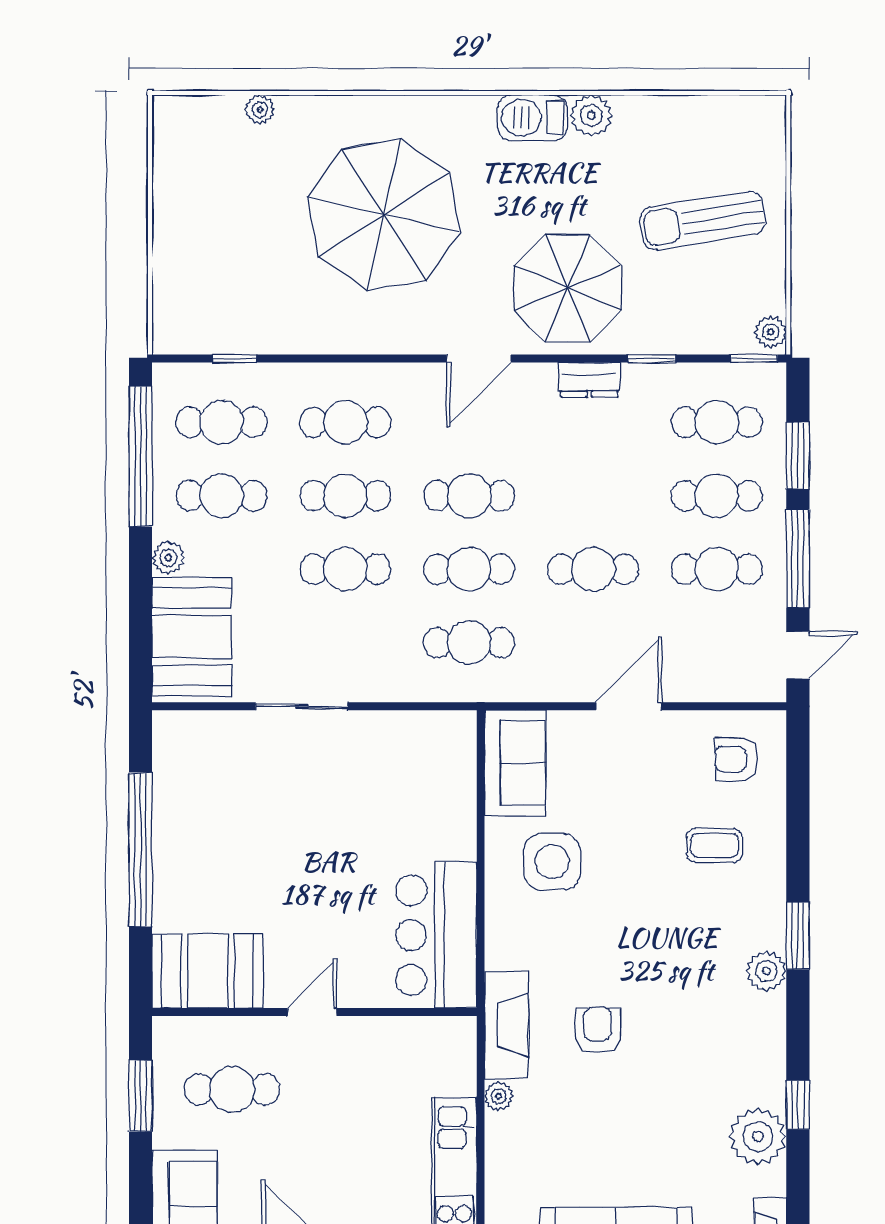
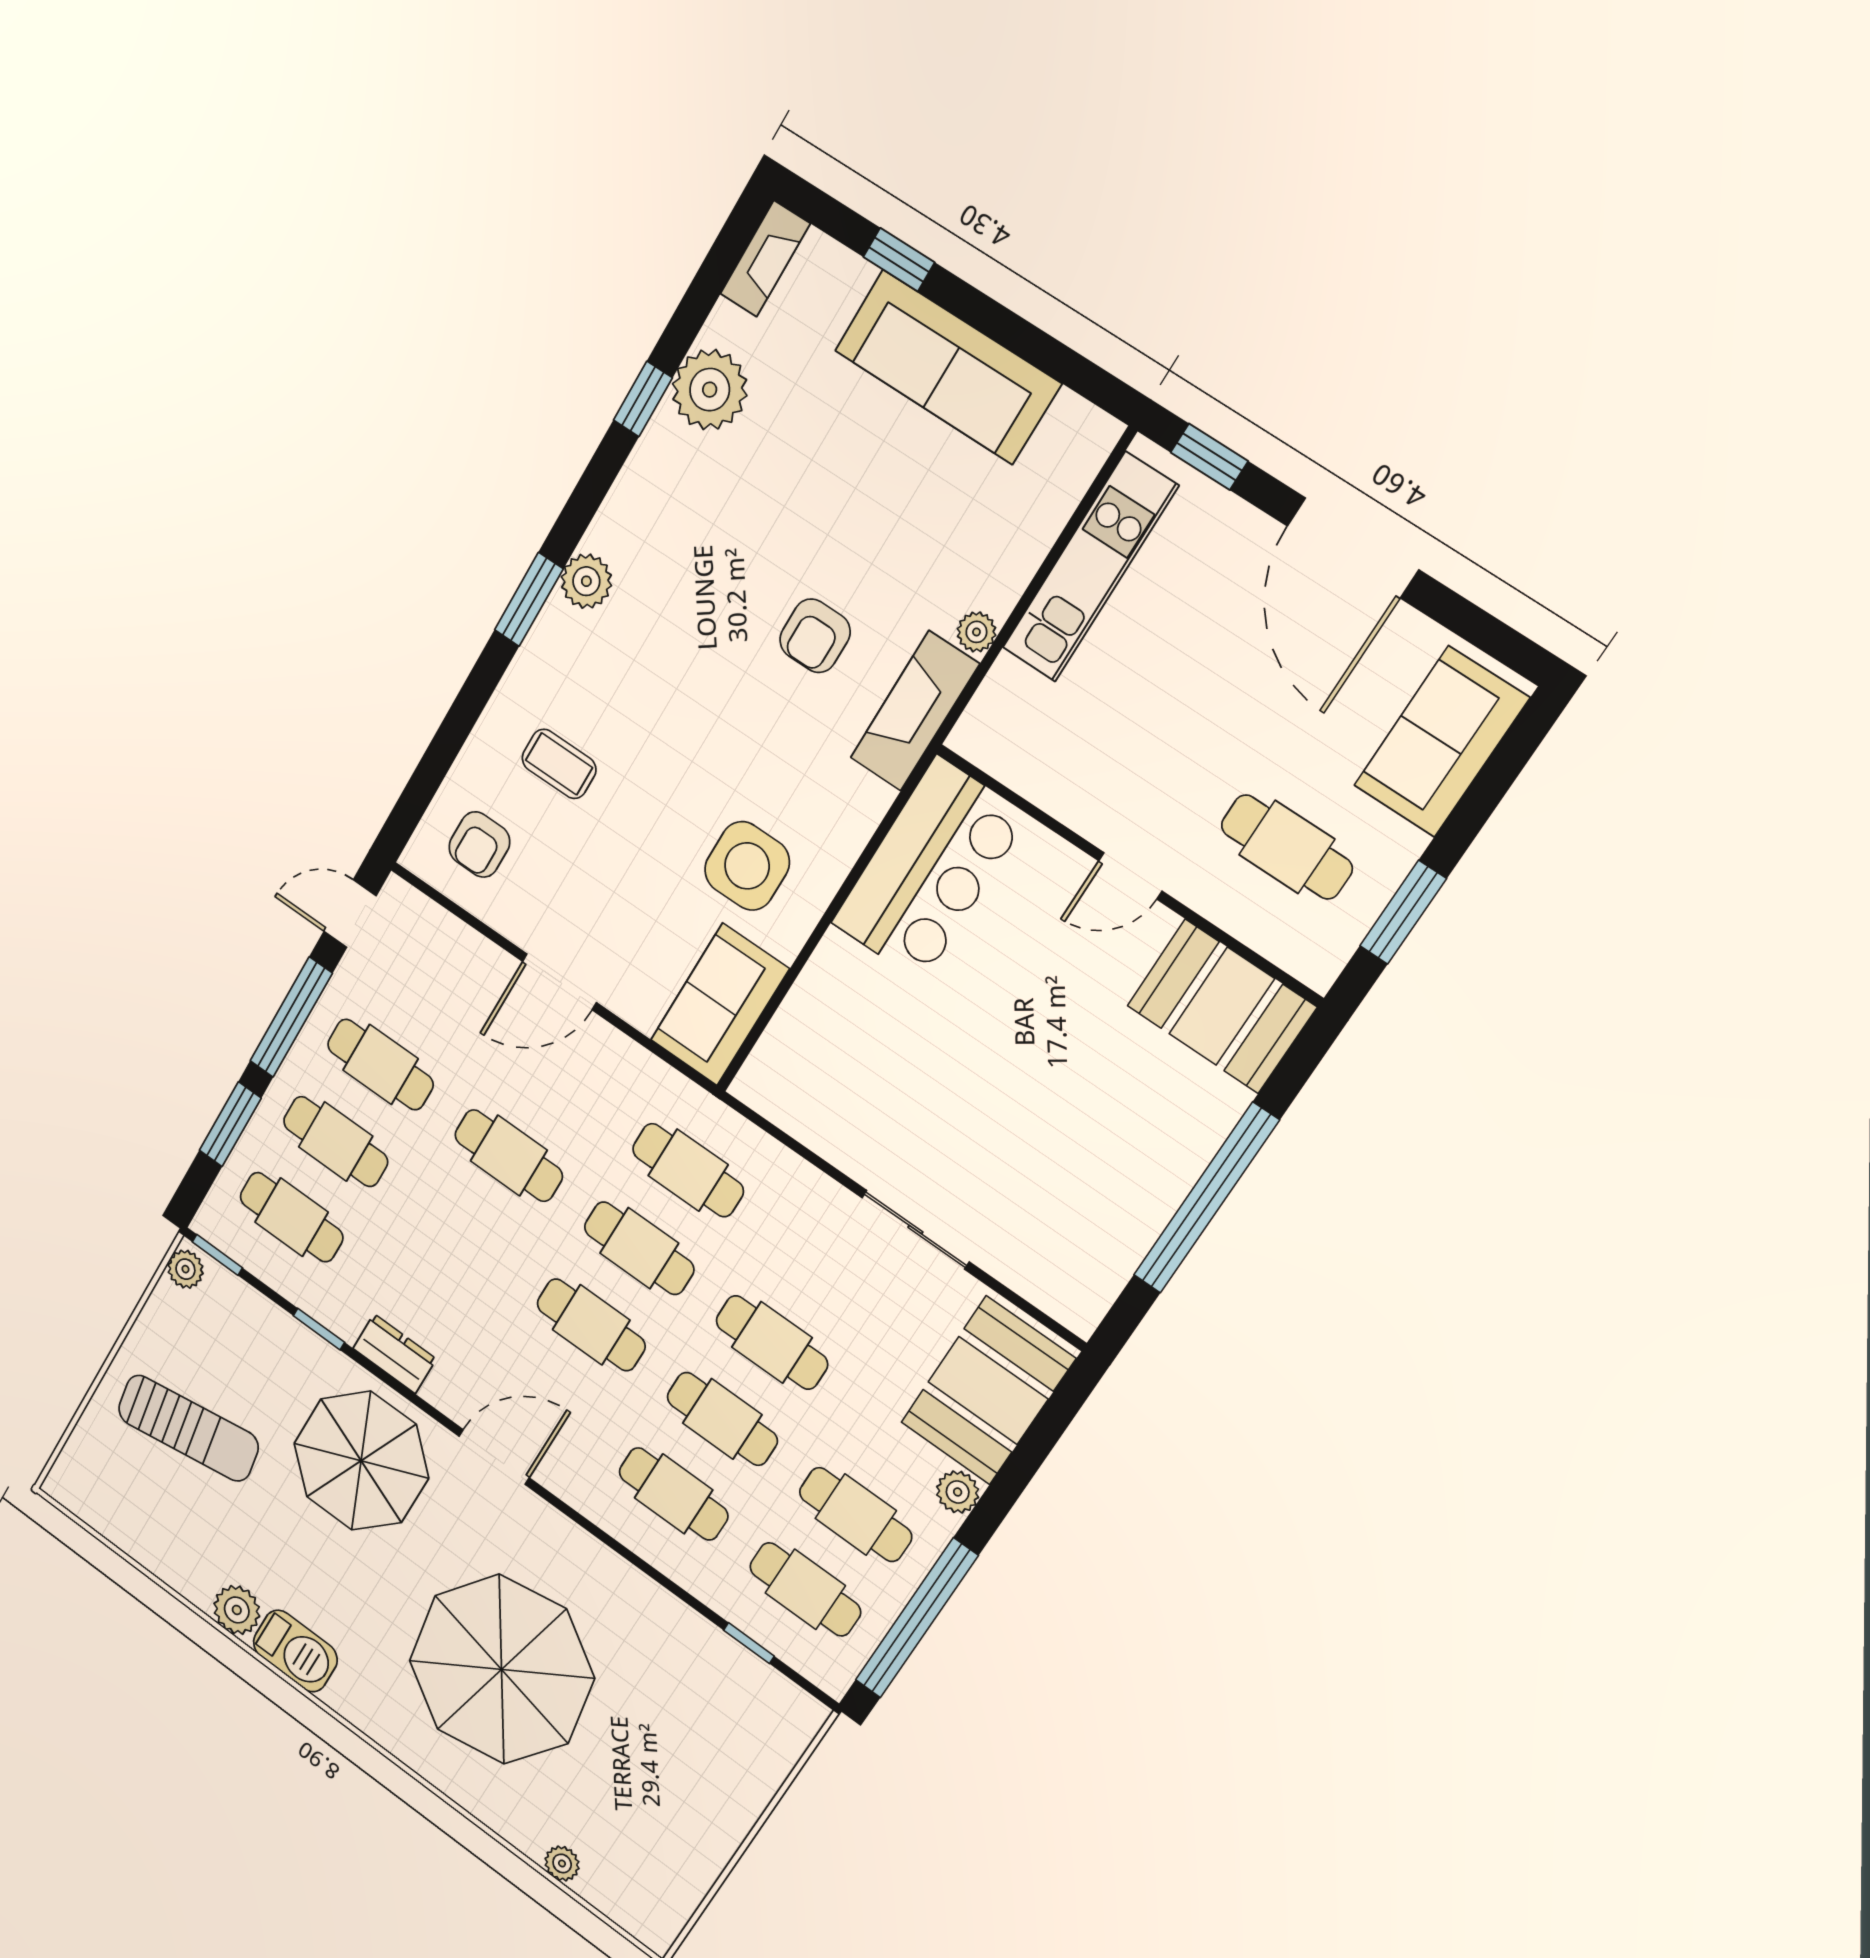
armchair: (736, 759) -> (479, 845), turned 90

